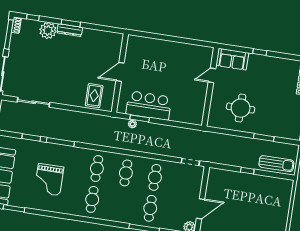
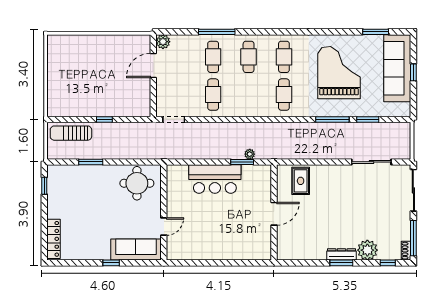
sofa: (232, 59) -> (136, 250), width x1.36
bar counter: (149, 106) -> (215, 179), moved
round table: (241, 108) -> (137, 183), moved
cafe table: (126, 173) -> (249, 57), moved
grand piano: (49, 180) -> (339, 73), width x1.37, depth x1.48

